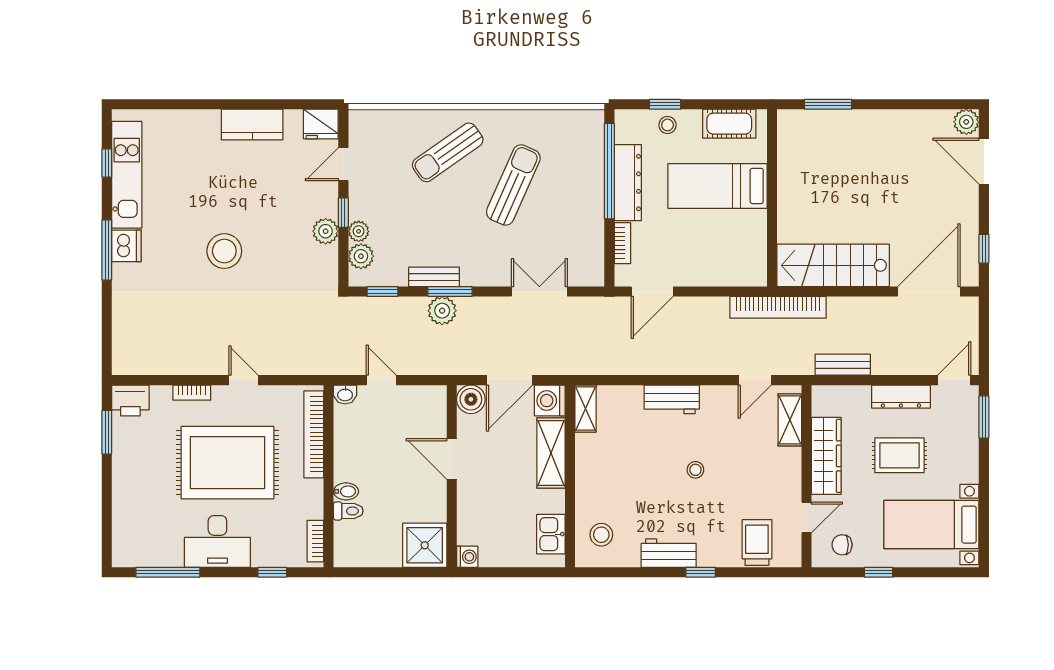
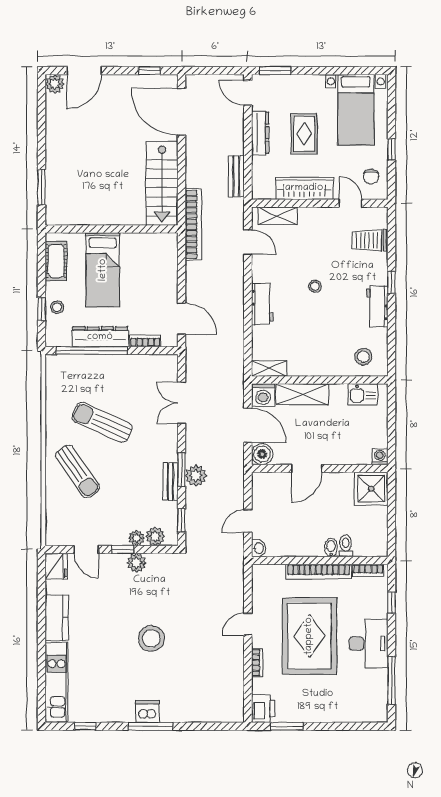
kitchen unit: (127, 175) -> (56, 682), moved, turned 90
bookcase: (314, 434) -> (319, 572), moved

